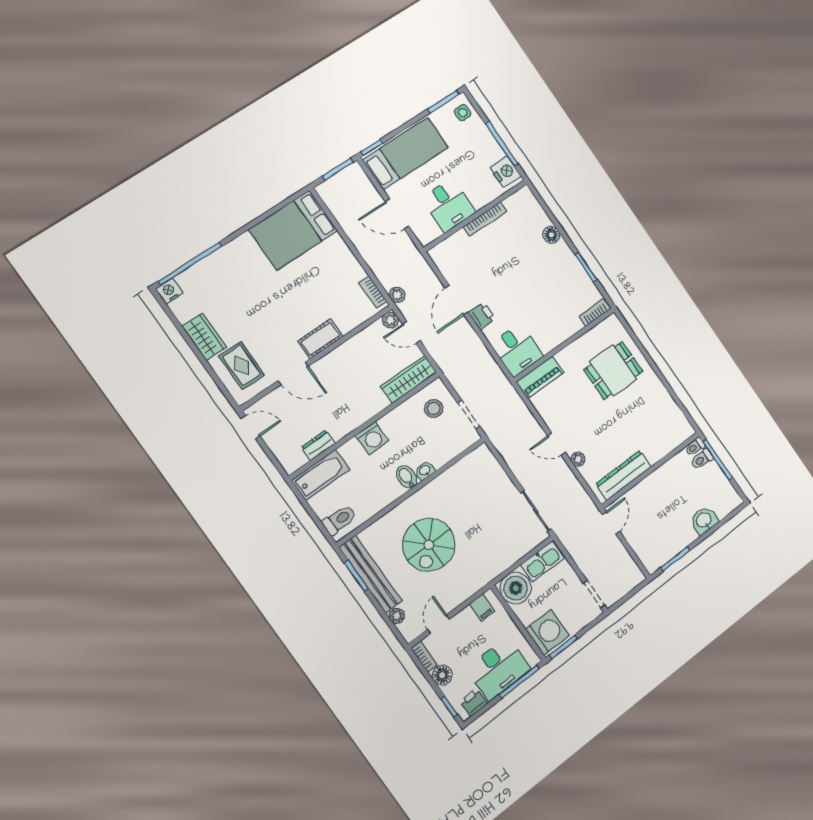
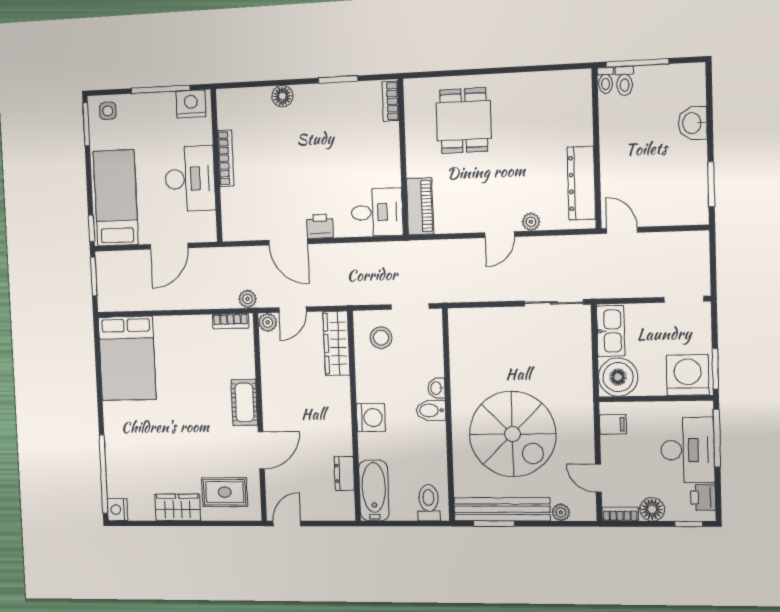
desk: (448, 205) -> (190, 179), width x1.37
spiral stairs: (429, 545) -> (513, 434), width x1.37, depth x1.37

